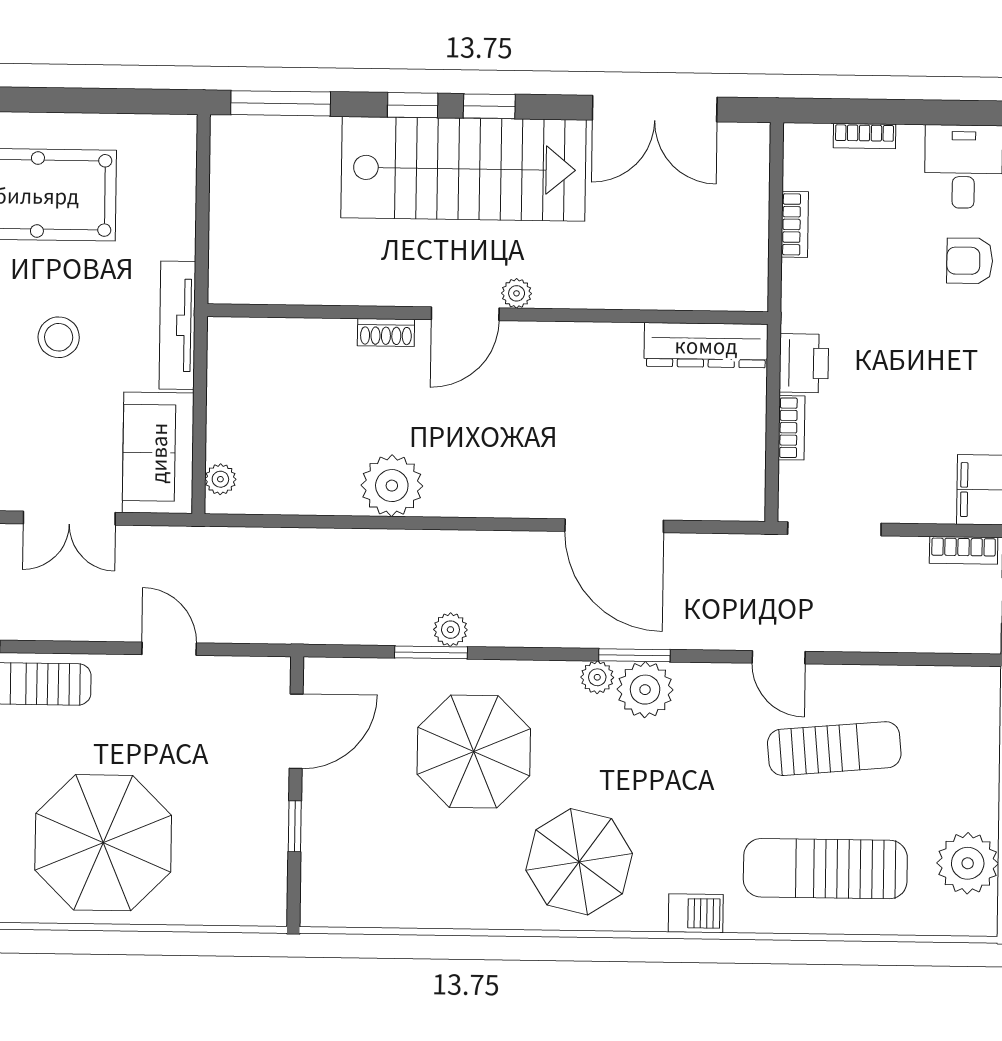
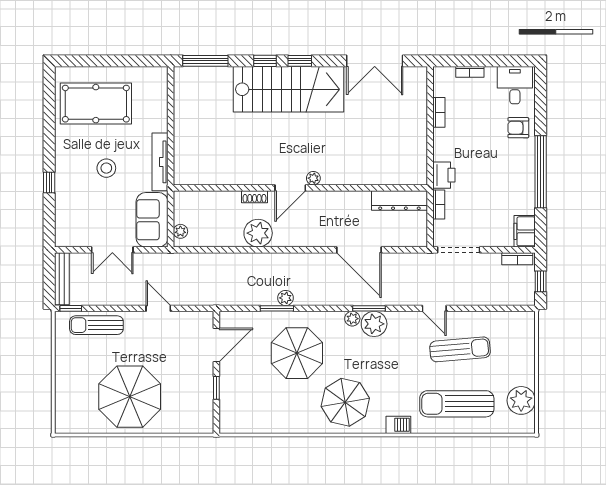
plant: (517, 293) -> (313, 178), moved
door: (465, 314) -> (290, 188), moved
wall: (488, 314) -> (300, 188), moved
shoe rack: (386, 332) -> (254, 197), moved
dresser: (706, 345) -> (399, 200), moved

